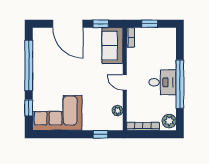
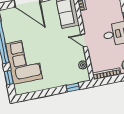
corner sofa: (57, 113) -> (24, 61), moved, turned 90

